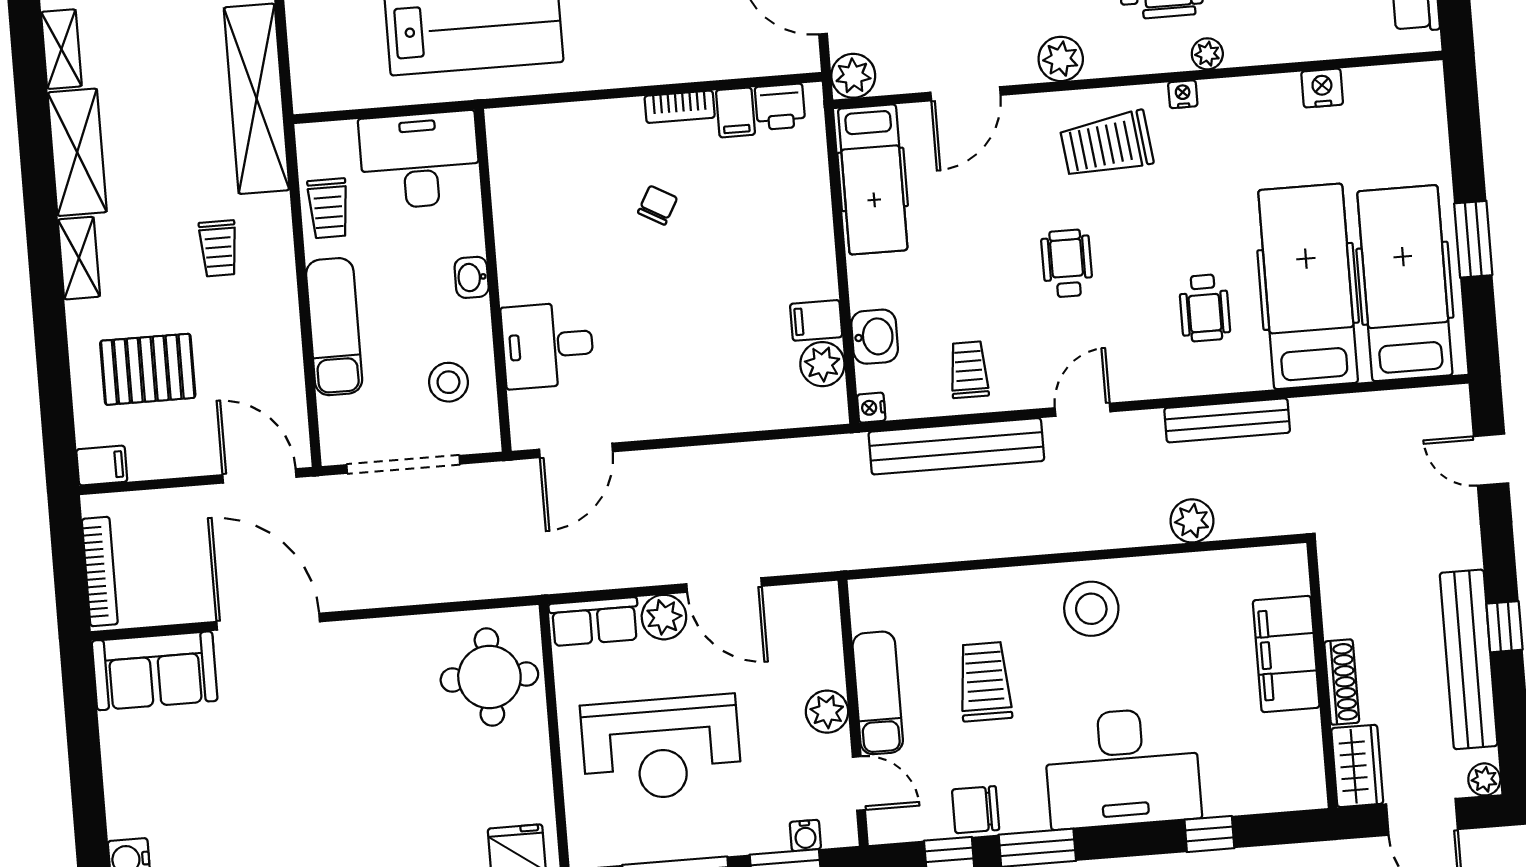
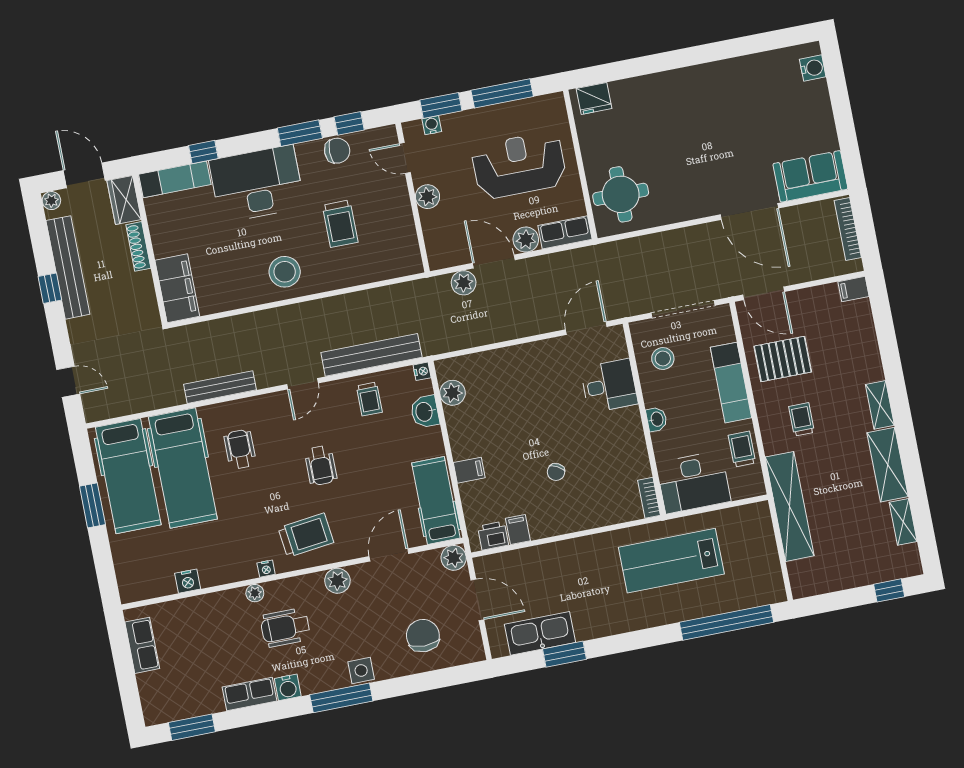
bookcase: (680, 107) -> (649, 498), moved, turned -90
filing cabinet: (816, 320) -> (469, 470), moved
pallet: (148, 369) -> (783, 359), moved
plant: (1192, 521) -> (464, 283), moved
filing cabinet: (1286, 654) -> (177, 288), moved
exam couch: (878, 693) -> (175, 179), moved, turned -90

